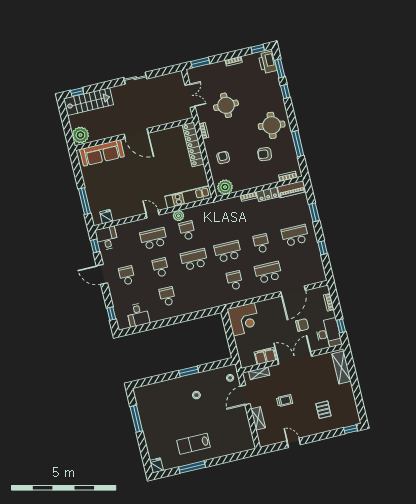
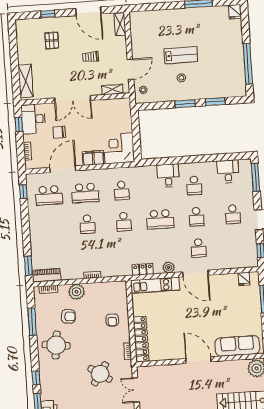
round table: (226, 105) -> (100, 374), turned 34
plant: (225, 187) -> (76, 292), moved
locker: (268, 194) -> (143, 269), moved
window: (314, 212) -> (28, 266), moved
door: (152, 214) -> (196, 273), width x1.88
school desk: (187, 230) -> (162, 250), removed
school desk: (295, 235) -> (49, 195), moved
desk: (107, 238) -> (168, 176), moved, turned 180
school desk: (154, 238) -> (199, 248), width x0.54
window: (323, 248) -> (23, 192), moved
school desk: (228, 251) -> (124, 222), width x0.54
window: (111, 314) -> (256, 177), width x2.17
filing cabinet: (265, 356) -> (93, 158), moved, turned 180
window: (161, 378) -> (215, 102), added
shelving: (258, 418) -> (120, 24), moved
window: (136, 419) -> (248, 64), width x1.46
window: (351, 429) -> (48, 14), moved
door: (294, 443) -> (88, 11), width x1.88
lab bench: (194, 444) -> (181, 55), moved

